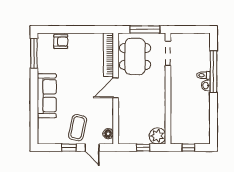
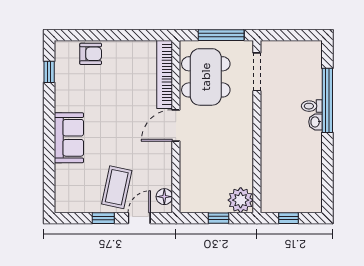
window: (34, 53) -> (49, 72), width x0.46
sofa: (47, 96) -> (69, 138), width x0.73
door: (92, 148) -> (139, 218), swing flipped

